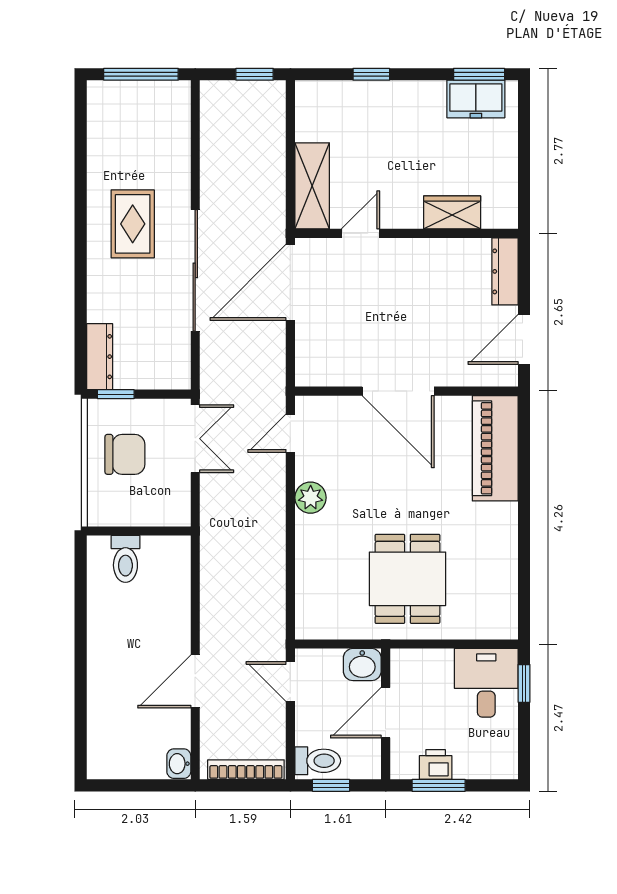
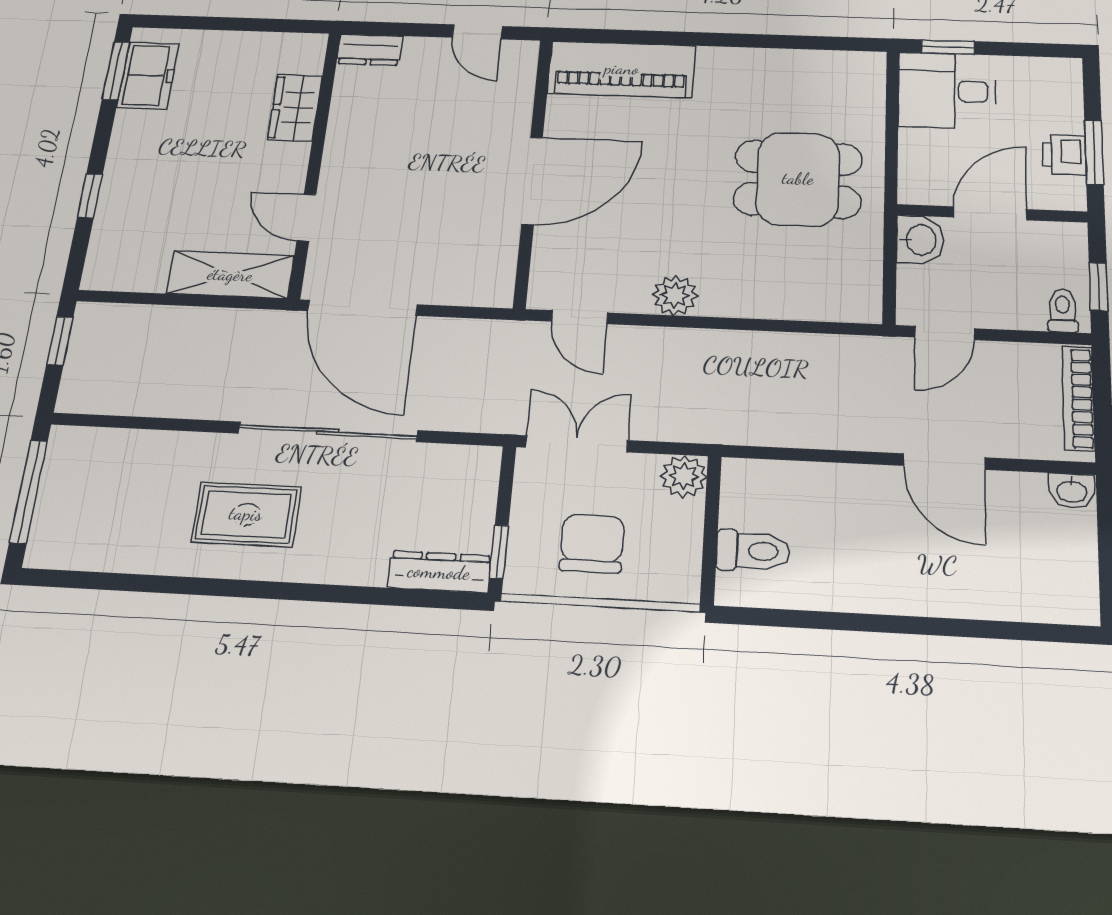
dresser: (505, 271) -> (370, 50), width x0.70
door: (524, 339) -> (477, 32), width x0.73
plant: (176, 511) -> (684, 476), added
door: (386, 713) -> (990, 213), swing flipped
toilet: (318, 761) -> (1063, 311), width x0.73, depth x0.72

